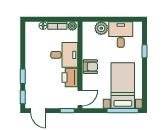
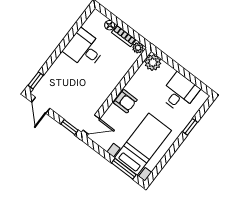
plant: (101, 28) -> (153, 62), moved
desk: (64, 55) -> (84, 49), moved, turned 180
window: (23, 76) -> (51, 60), removed
printer: (70, 78) -> (97, 97), removed
window: (123, 111) -> (124, 169), width x0.69

